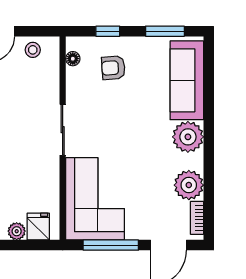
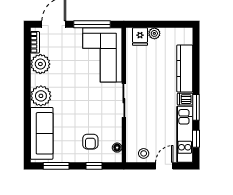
armchair: (113, 68) -> (90, 142), turned 94

